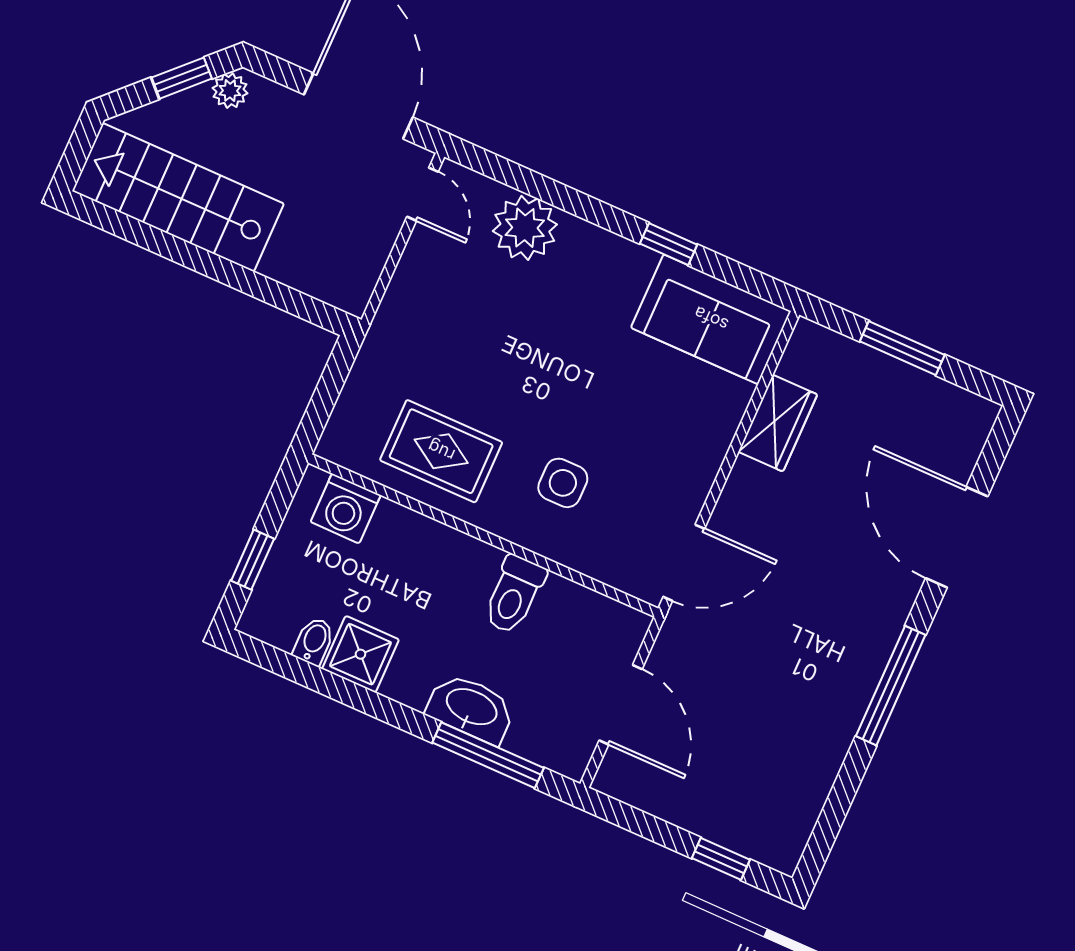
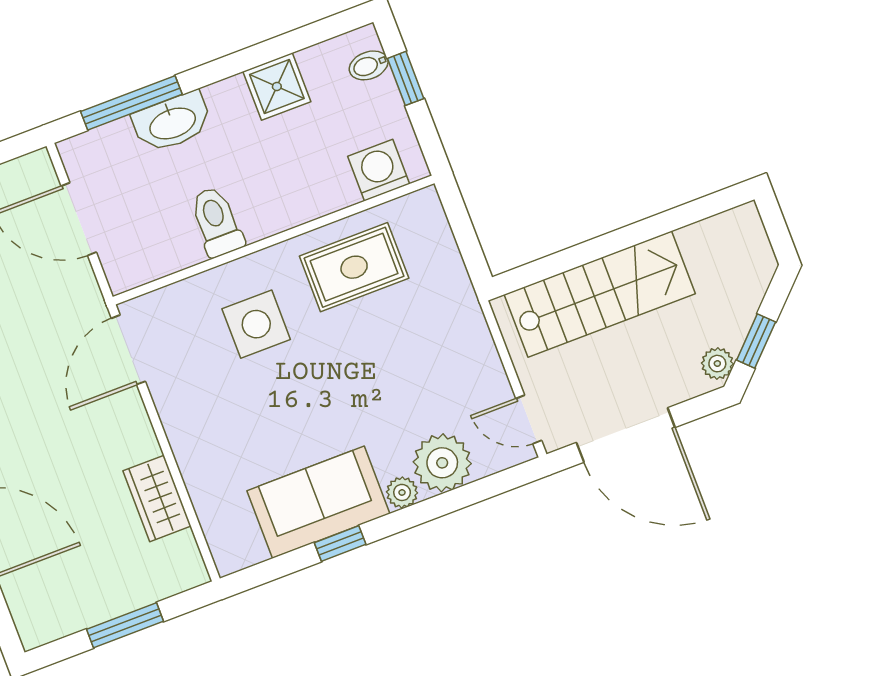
stairs: (178, 197) -> (600, 294), moved
plant: (580, 236) -> (402, 492), added
sofa: (711, 319) -> (318, 502), moved
side table: (563, 483) -> (256, 324), width x1.37, depth x1.37
bidet: (314, 641) -> (369, 65), moved, turned 90

